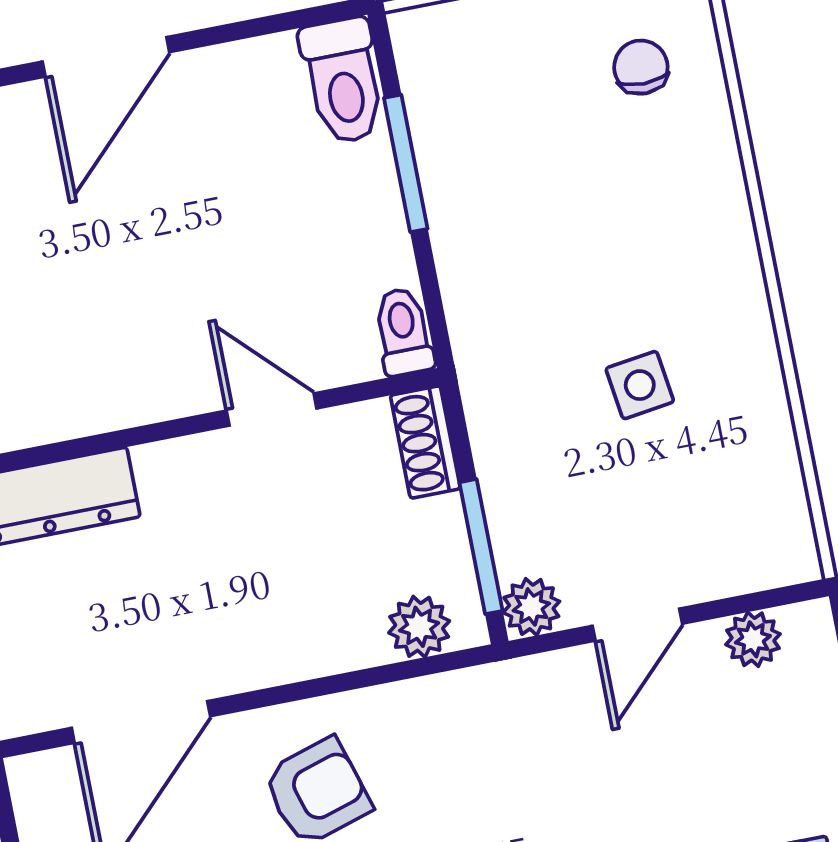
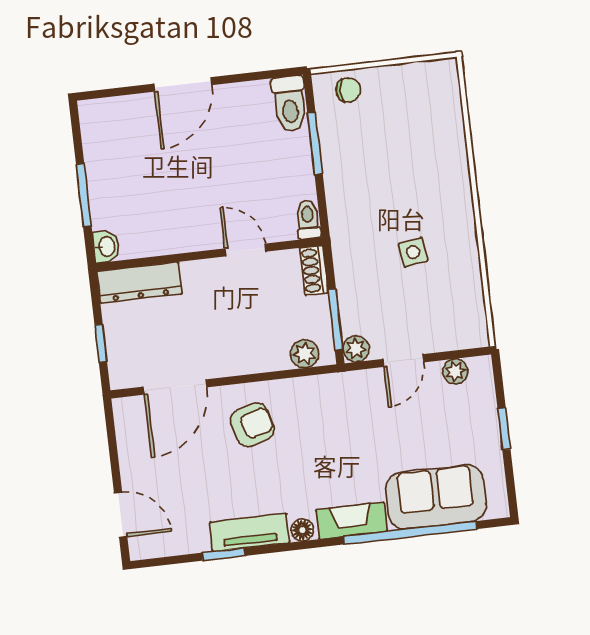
chair: (641, 67) -> (348, 90), moved, turned 90

